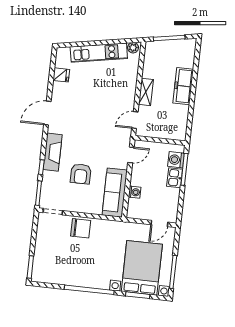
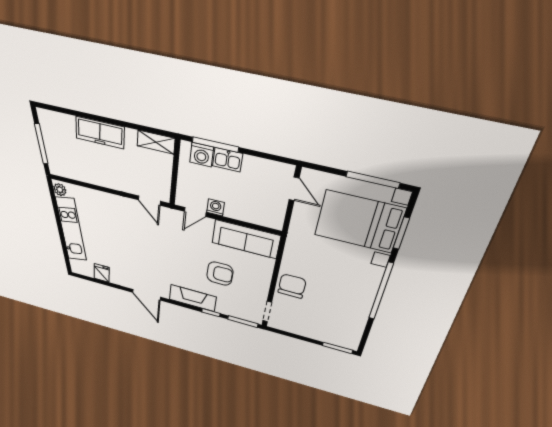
shelving: (146, 92) -> (156, 142), moved
door: (131, 155) -> (195, 212), swing flipped
washing machine: (135, 192) -> (215, 207), moved

